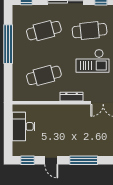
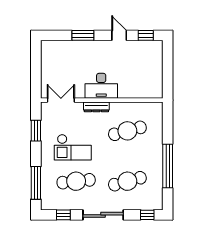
checkout: (92, 61) -> (73, 147), turned 180
desk: (24, 126) -> (101, 86), moved, turned 90
window: (84, 160) -> (83, 35), width x0.69

